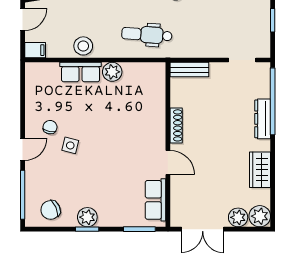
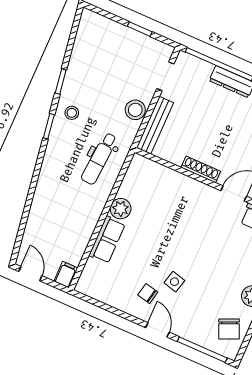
stool: (83, 46) -> (135, 110), moved
bench: (189, 70) -> (155, 125), width x1.36

